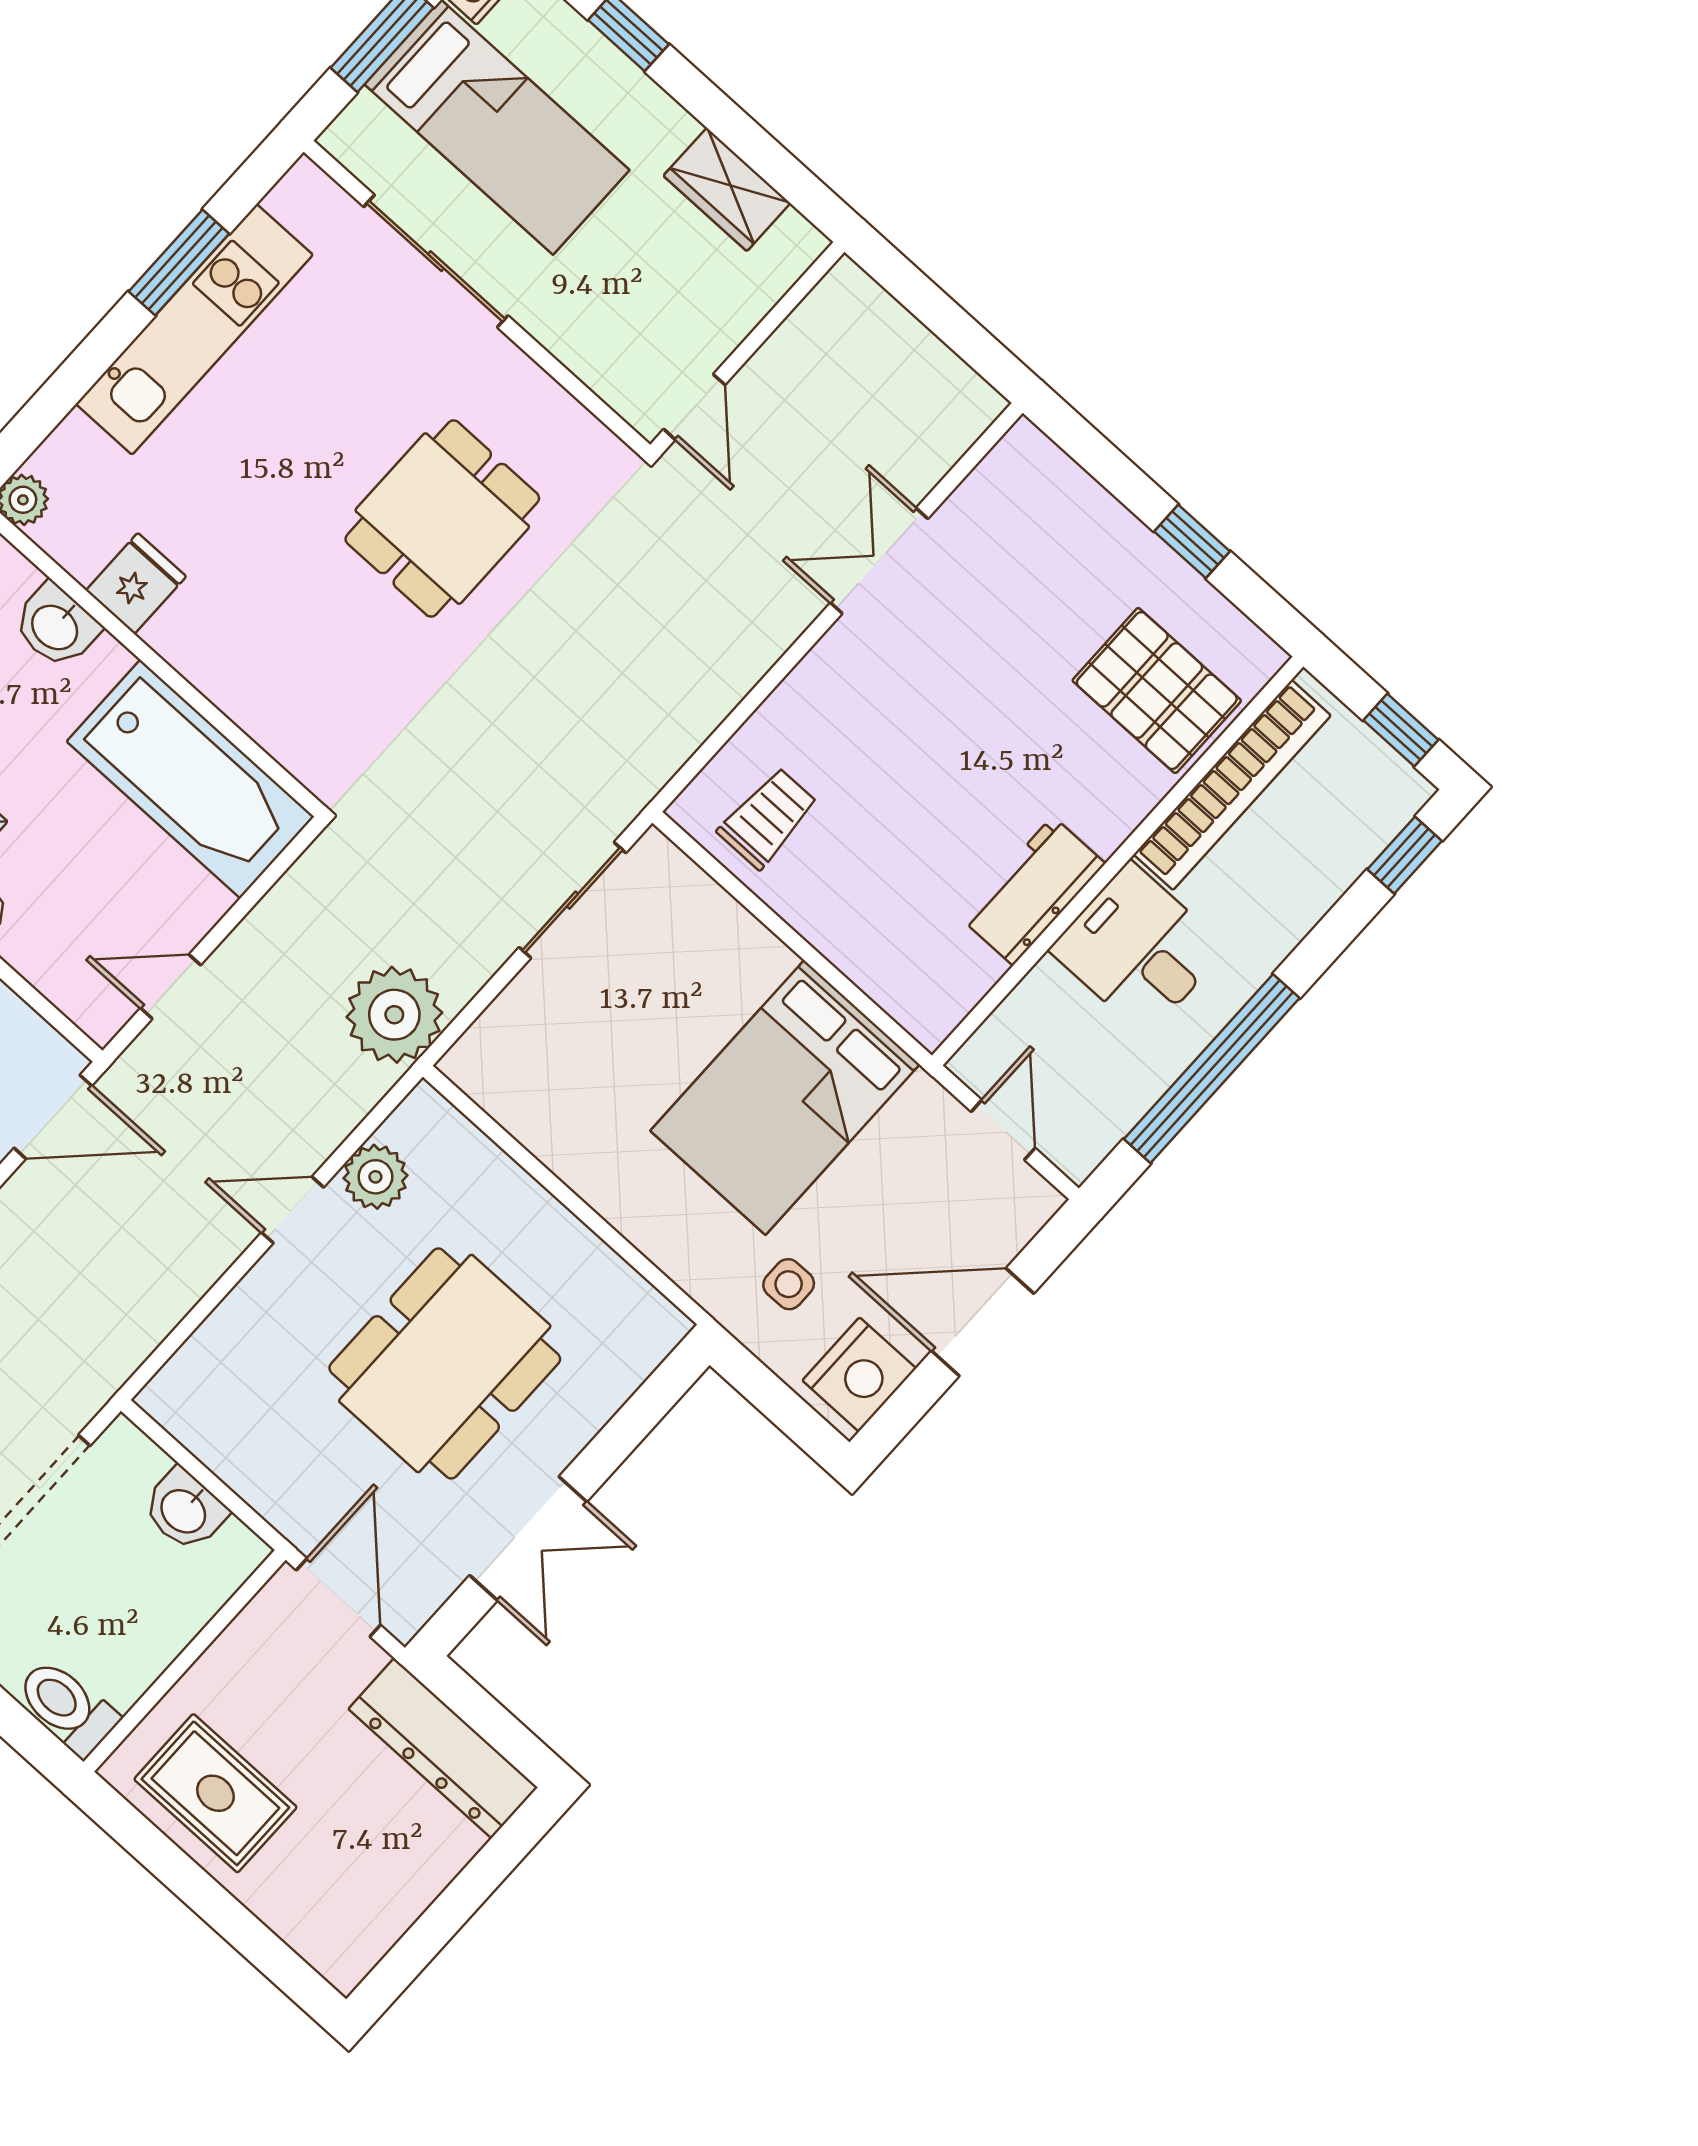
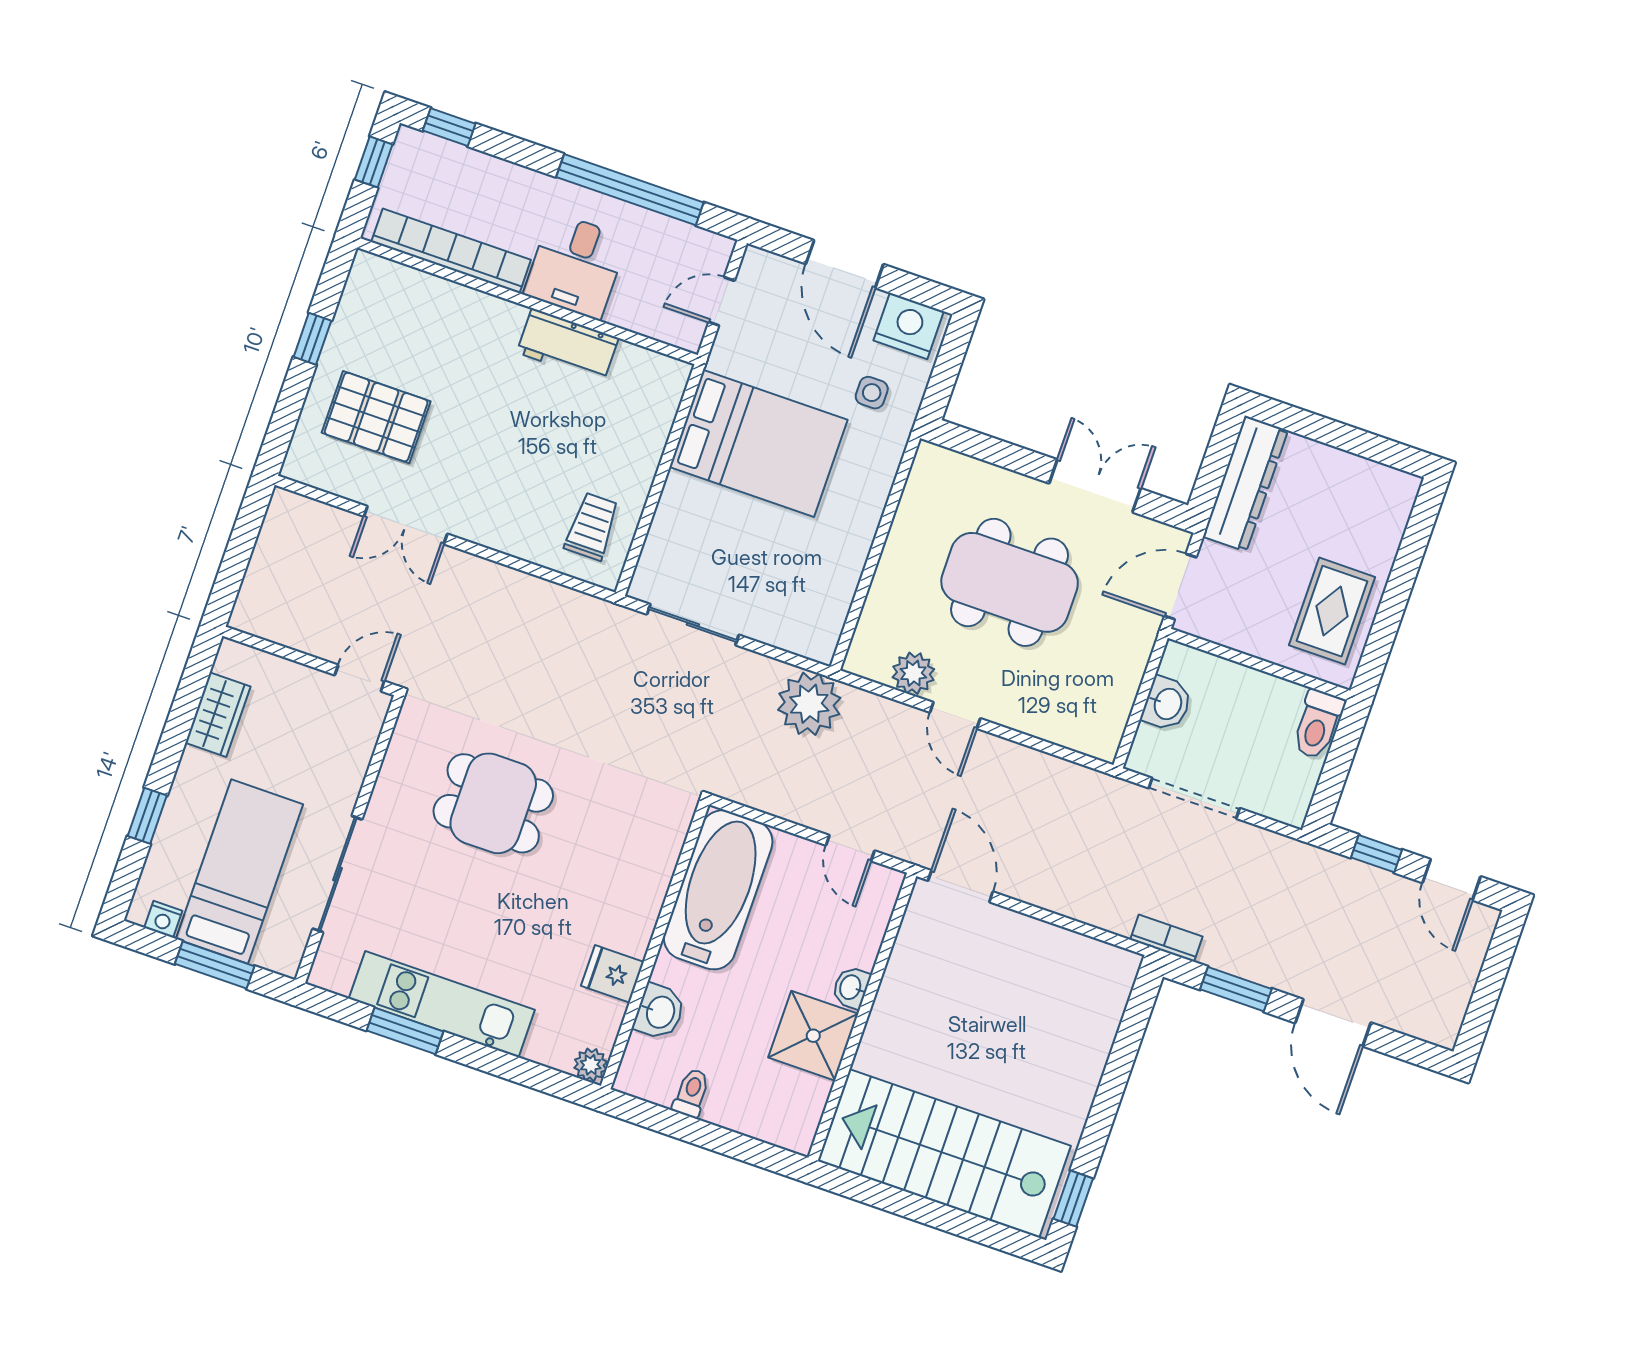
pallet: (1157, 691) -> (376, 417), moved, turned 90
trolley: (768, 818) -> (592, 526), turned 90

